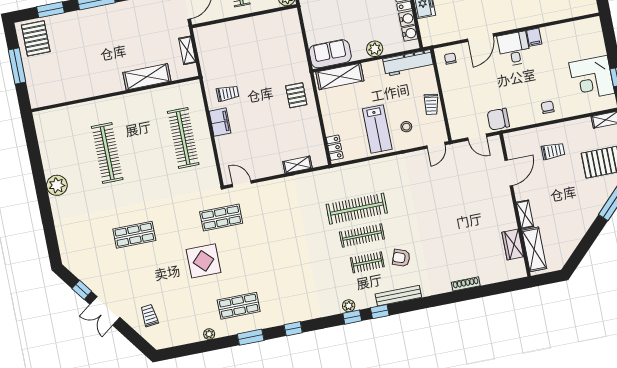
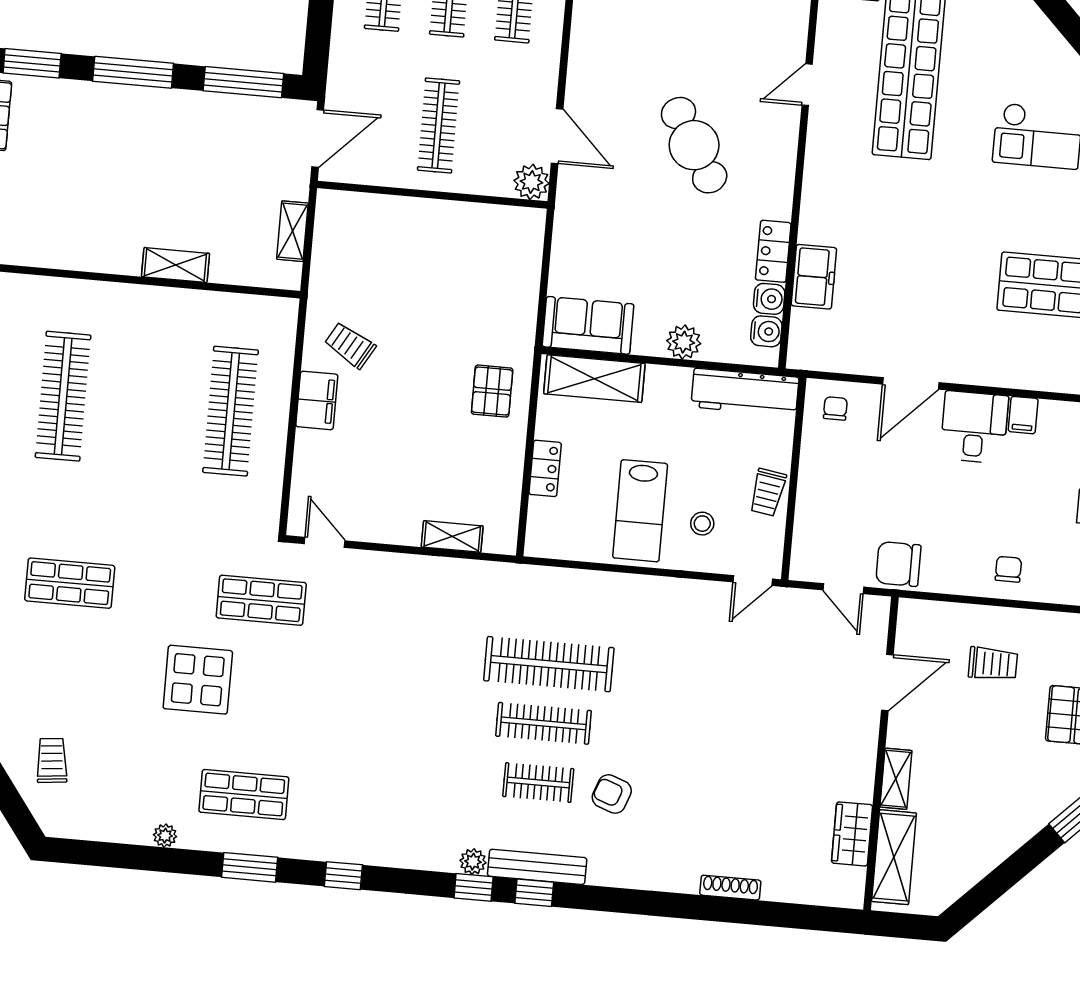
shelving: (147, 77) -> (175, 265), width x0.67, depth x0.75
trolley: (228, 93) -> (350, 345), turned -150
locker: (335, 148) -> (545, 468), moved
bench: (398, 296) -> (537, 867), moved

